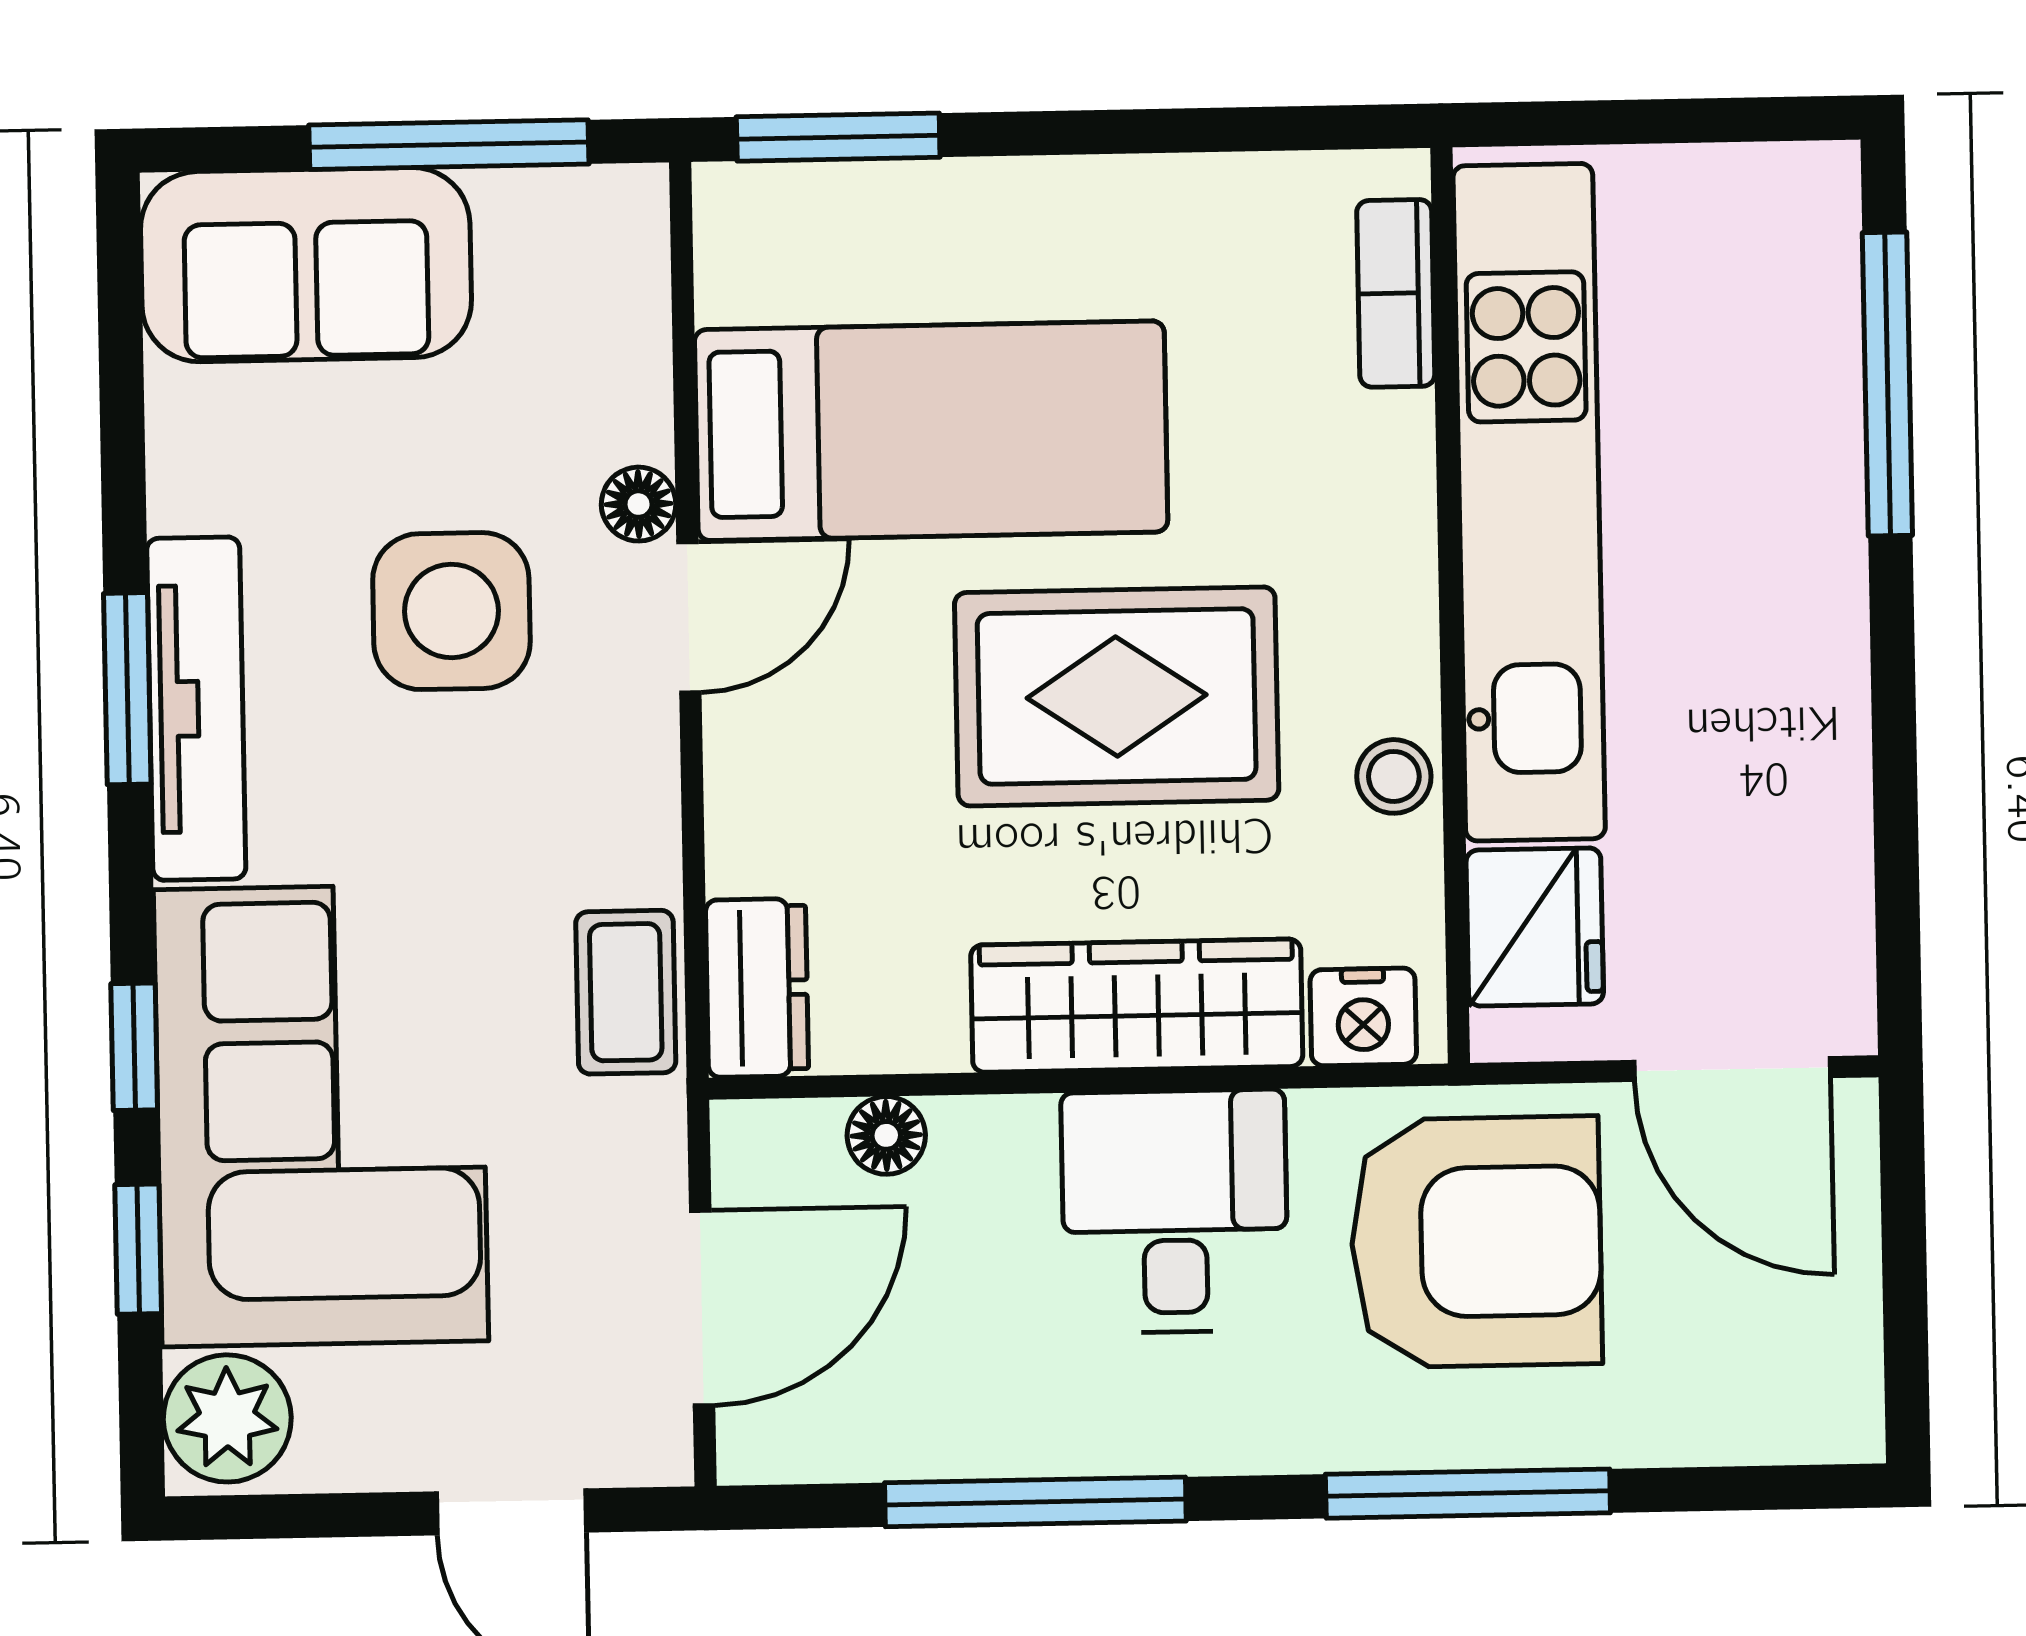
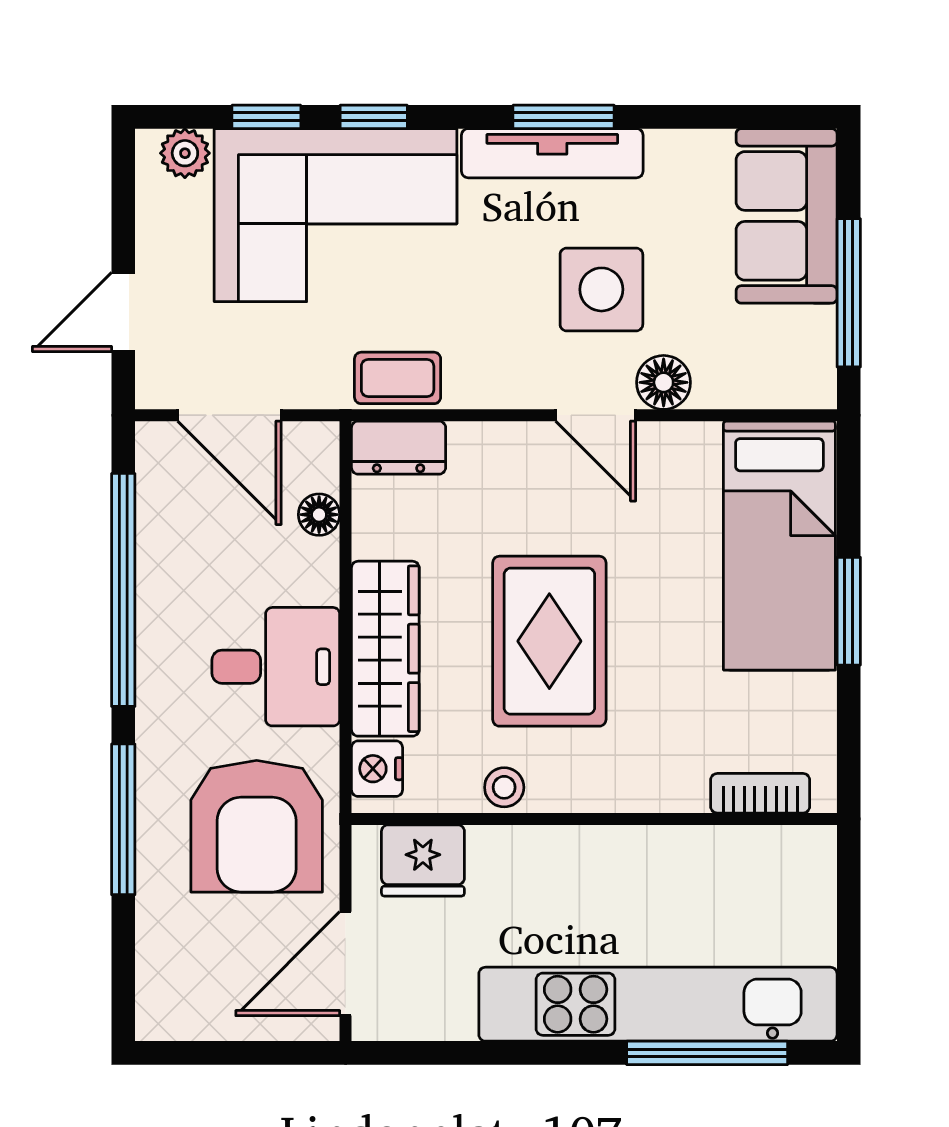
window: (838, 137) -> (849, 611), moved
bed: (931, 431) -> (779, 546), moved
kitchen unit: (1529, 502) -> (658, 1004), moved, turned 180
floor lamp: (639, 504) -> (664, 382), width x1.37, depth x1.37
plant: (227, 1418) -> (185, 153), width x0.73, depth x0.73
window: (1035, 1502) -> (123, 590), width x1.46

